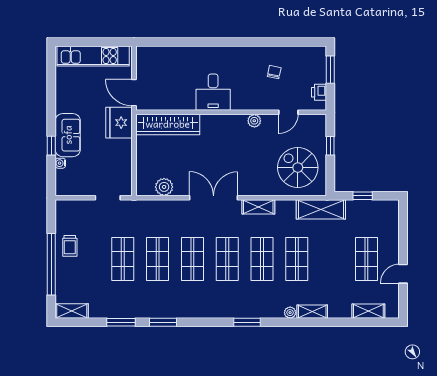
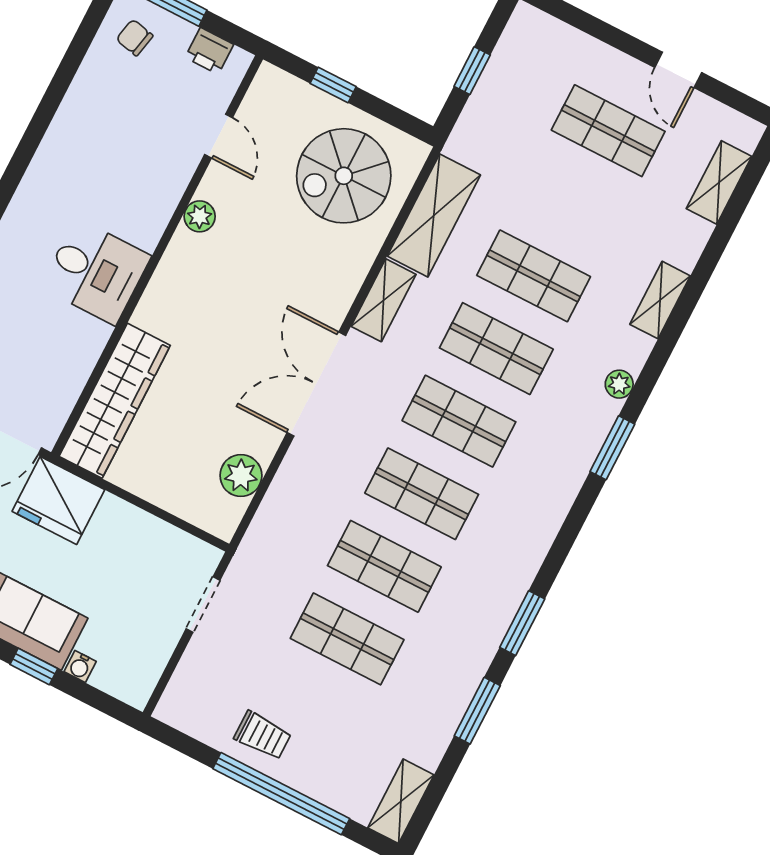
chair: (274, 72) -> (135, 38), moved
shelving: (321, 209) -> (434, 215), moved
plant: (290, 313) -> (619, 384), moved

